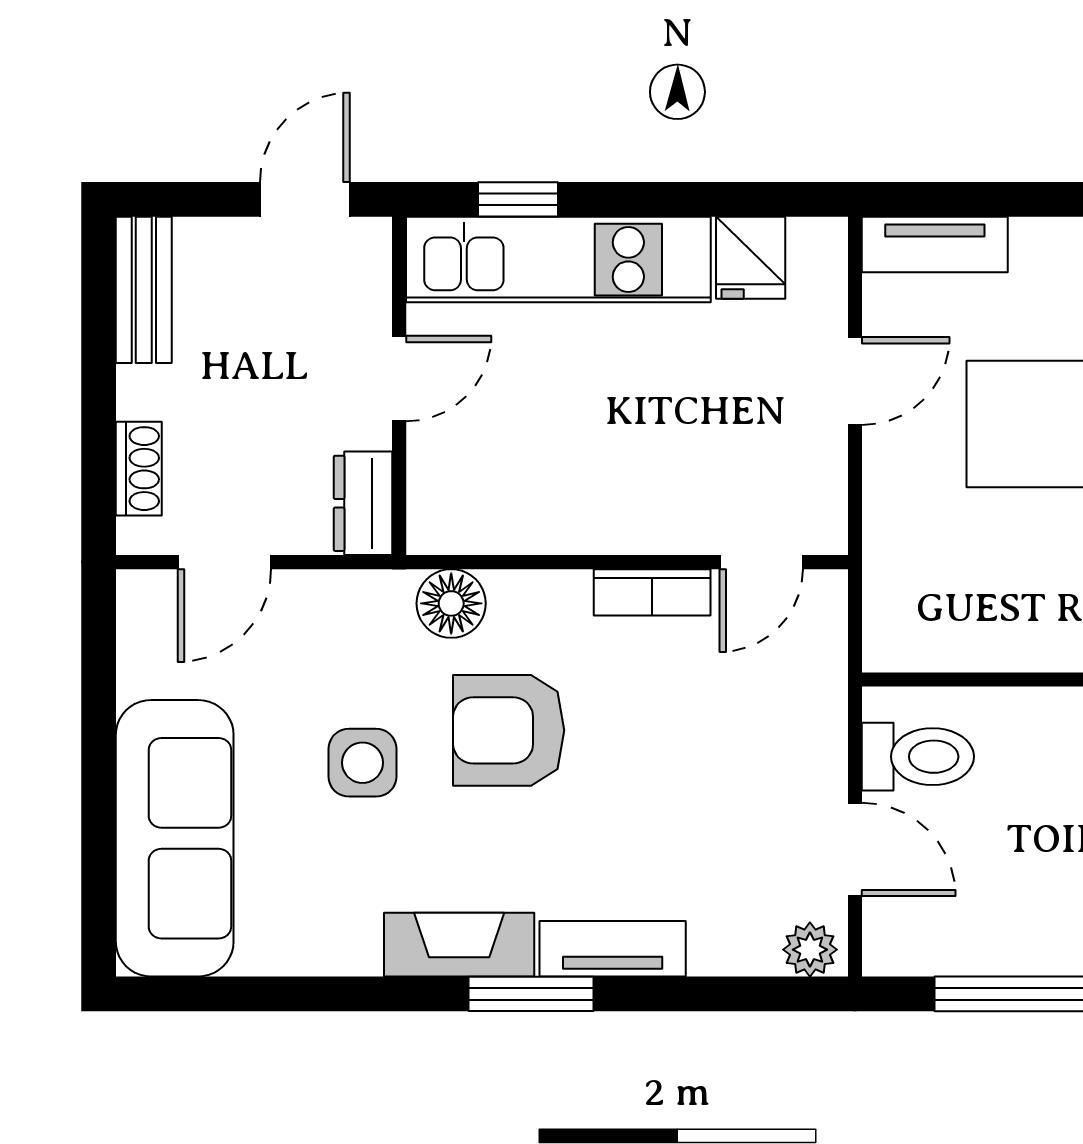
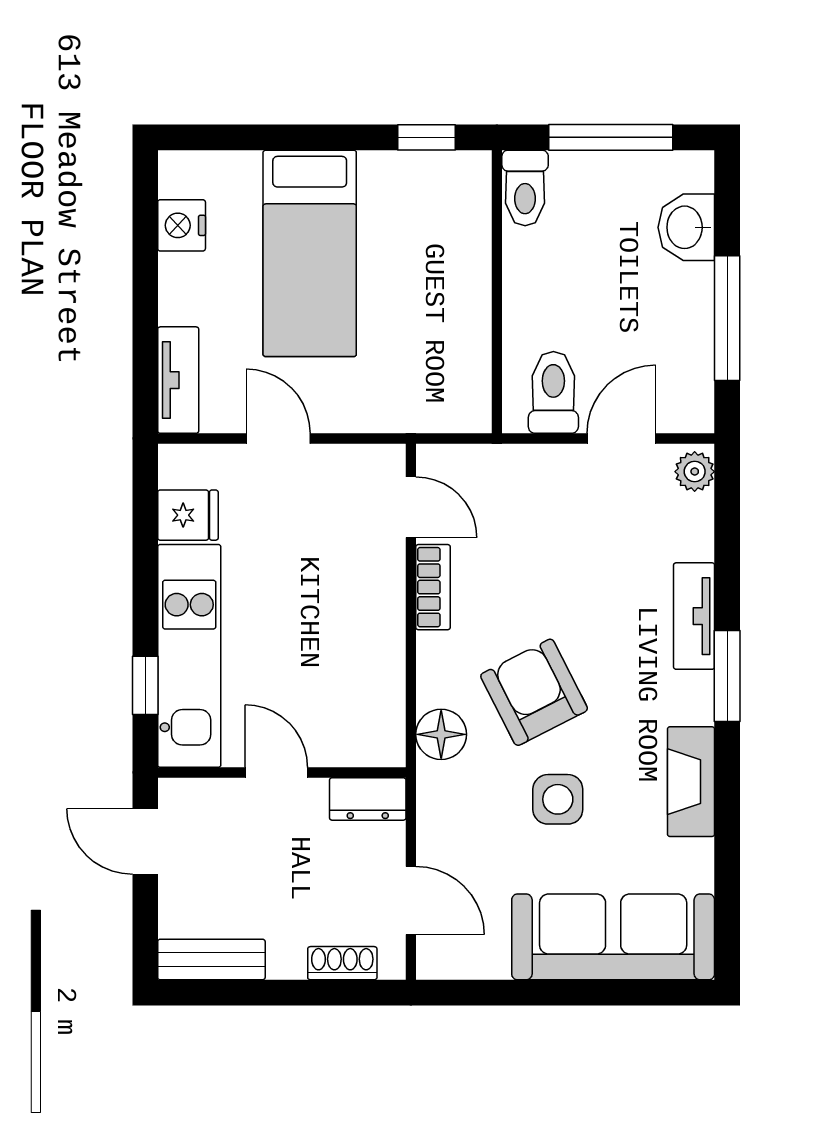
armchair: (509, 730) -> (534, 692), turned 153
fireplace: (459, 945) -> (691, 782), moved

